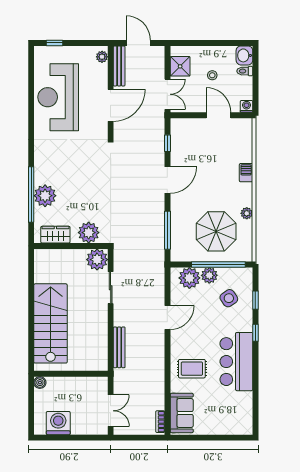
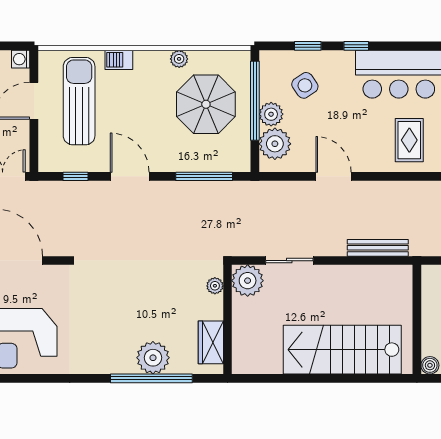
sun lounger: (218, 146) -> (79, 101), added
plant: (89, 233) -> (215, 286), width x0.53, depth x0.53

